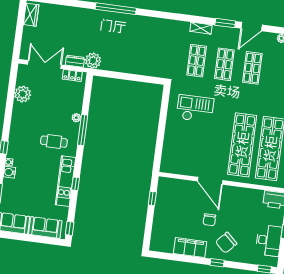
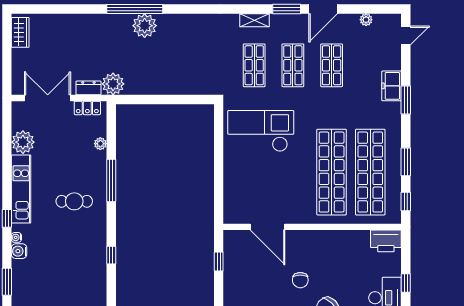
plant: (121, 22) -> (145, 26), added
checkout: (195, 109) -> (261, 131), width x1.36, depth x1.21
plant: (76, 118) -> (100, 144), moved
kitchen unit: (65, 181) -> (21, 189), moved, turned 180
door: (210, 181) -> (268, 227), moved

